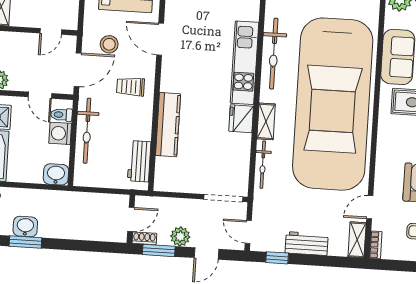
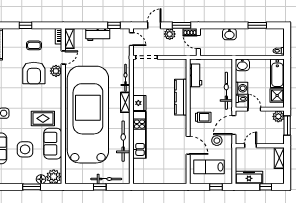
plant: (384, 184) -> (56, 71), added
door: (131, 219) -> (198, 42), hinge flipped
washbasin: (25, 227) -> (229, 34), moved

